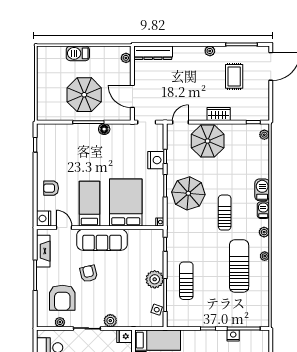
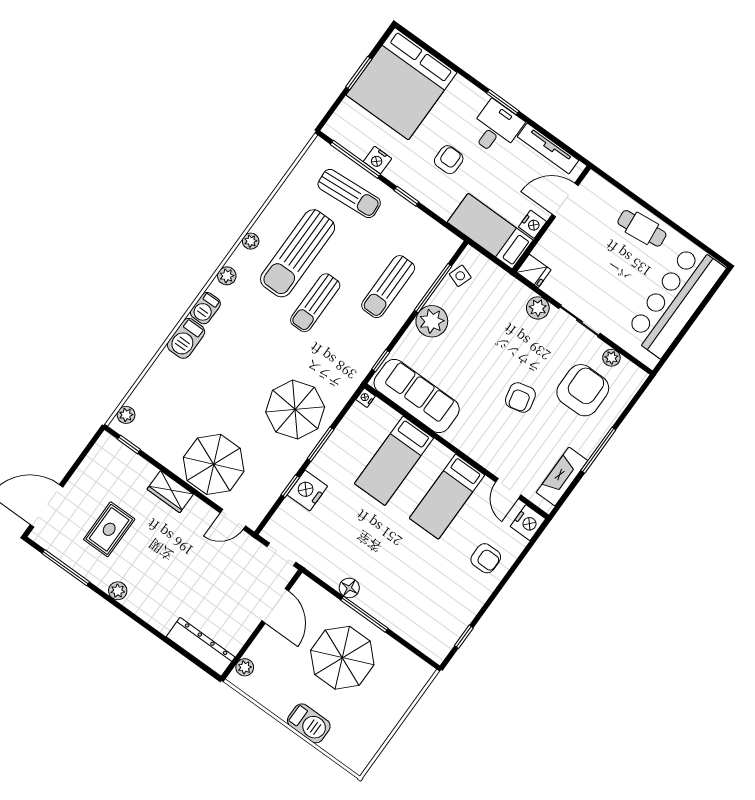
bed: (126, 203) -> (394, 461), width x0.67
sun lounger: (225, 213) -> (315, 303), moved
sofa: (102, 240) -> (417, 396), moved
sun lounger: (235, 311) -> (349, 194), added

